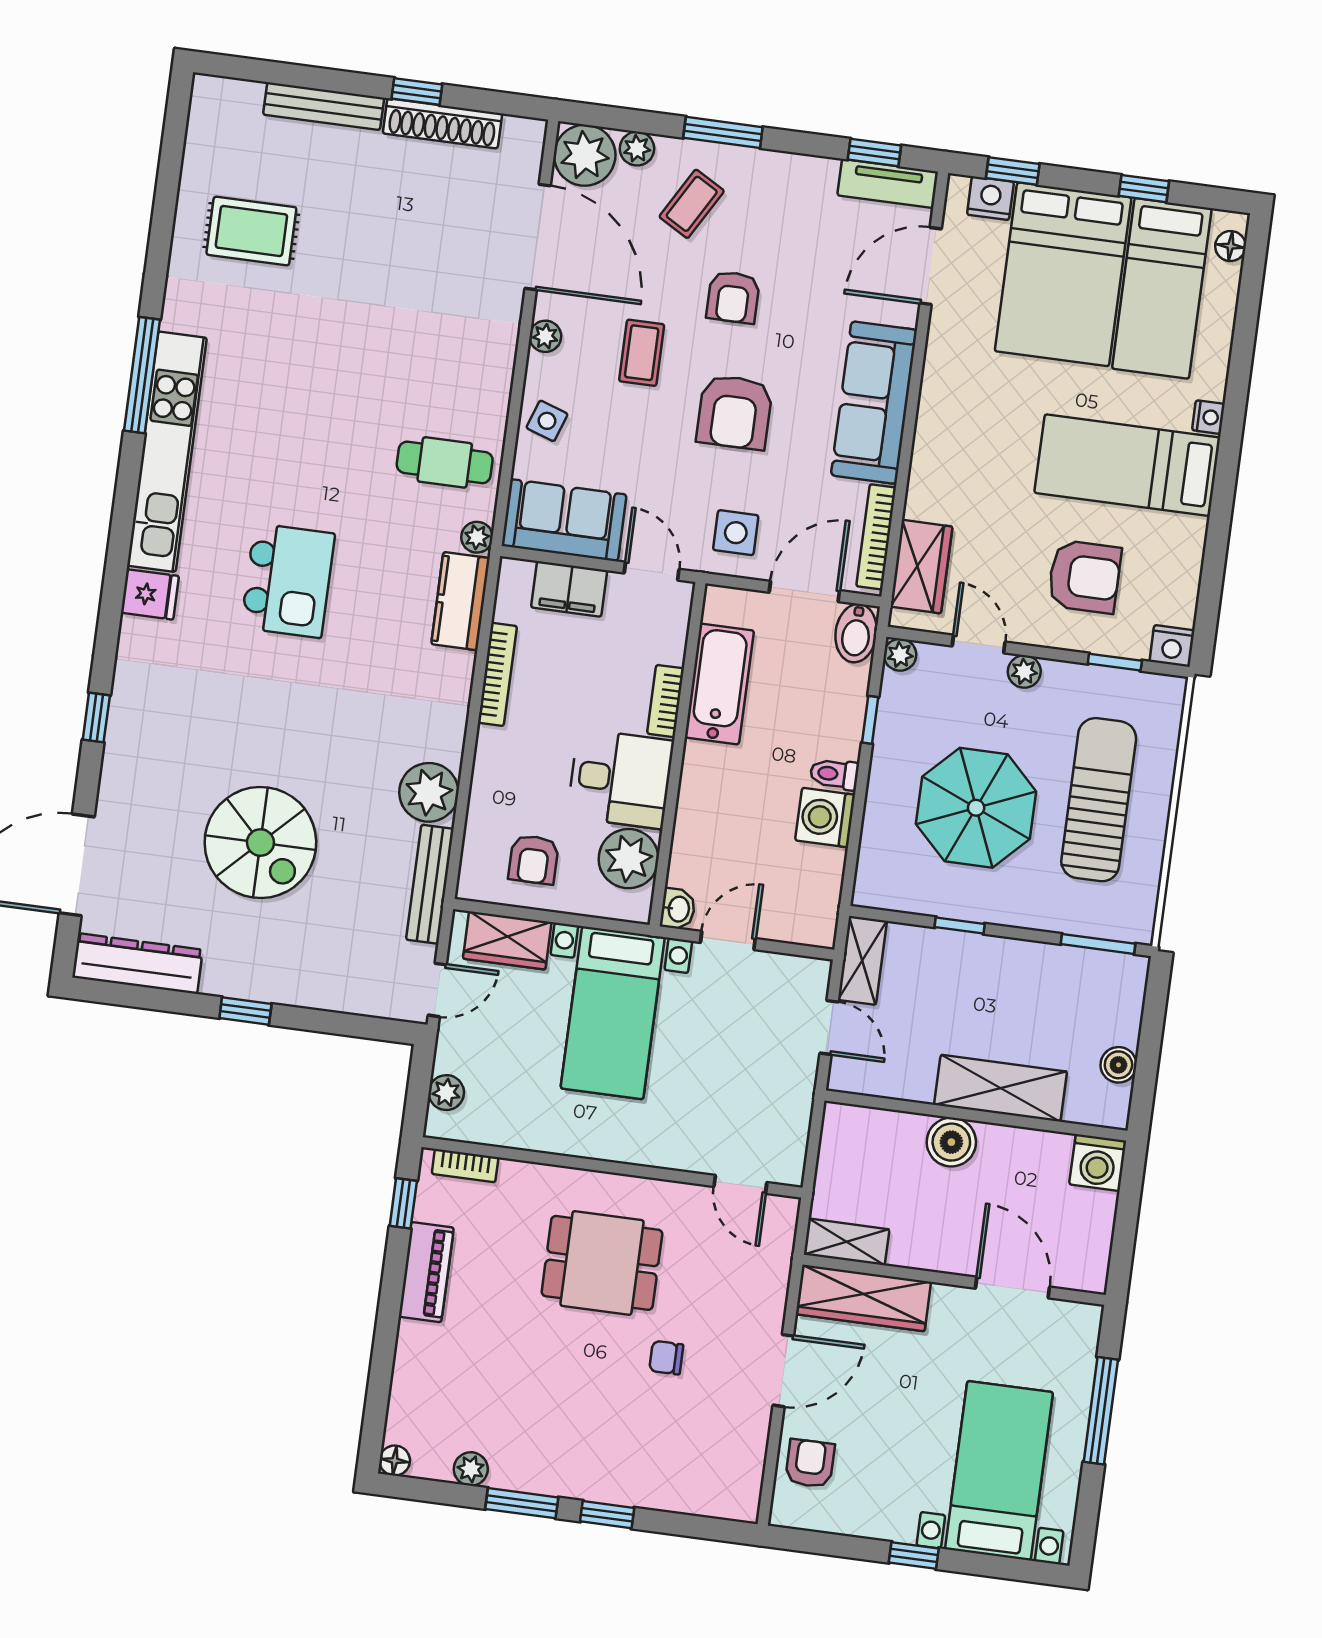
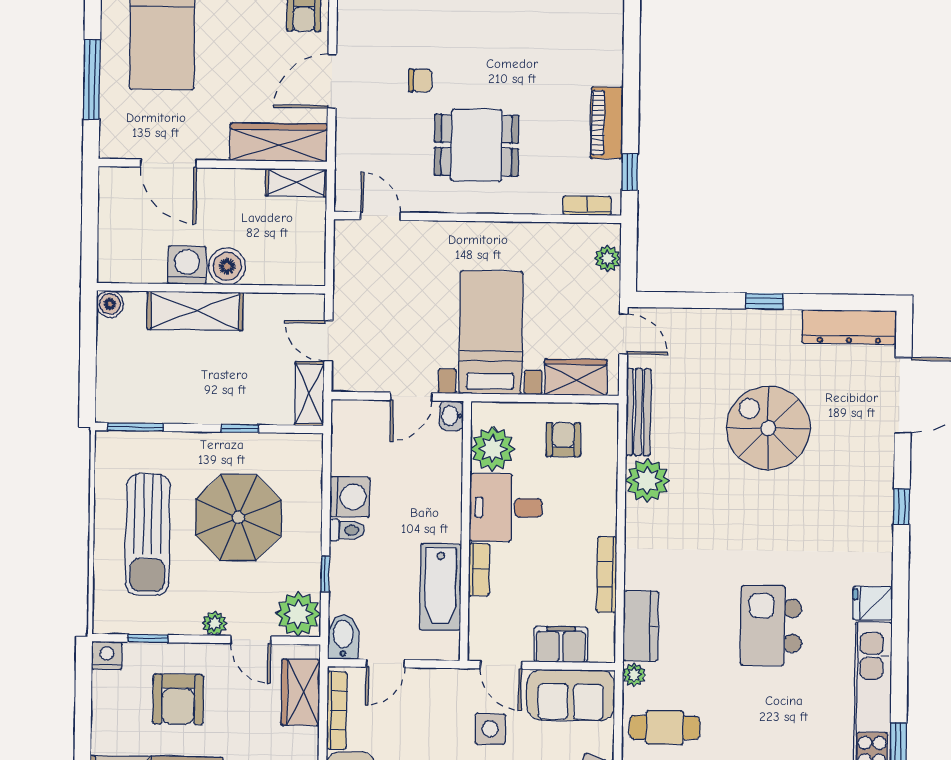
side table: (736, 533) -> (490, 729), moved
armchair: (1084, 577) -> (178, 699), turned -90
door: (804, 591) -> (385, 663), width x0.73
plant: (900, 655) -> (298, 614), width x1.88, depth x1.88
door: (437, 990) -> (623, 334), swing flipped
boiler: (1118, 1065) -> (110, 304), moved
washing machine: (1098, 1163) -> (187, 265), moved

